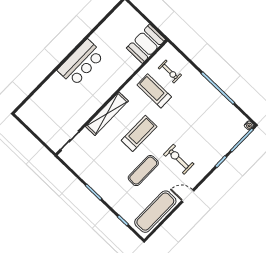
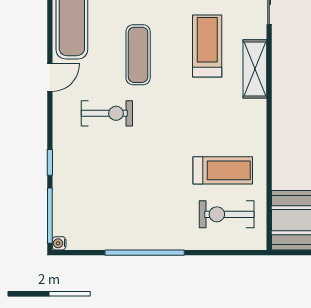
exercise bike: (170, 72) -> (227, 214), width x1.38, depth x1.39
shelving: (107, 114) -> (255, 69), width x0.68
treadmill: (139, 133) -> (207, 46), moved, turned 180

